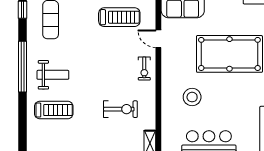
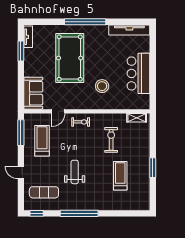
weight bench: (53, 75) -> (75, 172), moved
treadmill: (54, 110) -> (120, 176), moved

